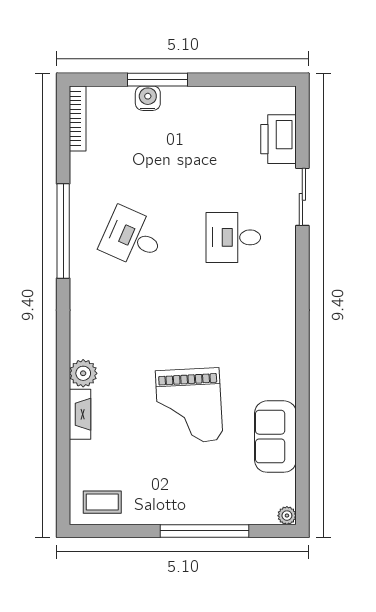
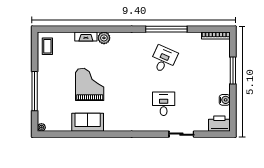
water cooler: (148, 98) -> (225, 100), moved
printer: (279, 139) -> (219, 124), moved
grand piano: (189, 406) -> (90, 84), turned 93
sofa: (275, 437) -> (88, 122), moved

